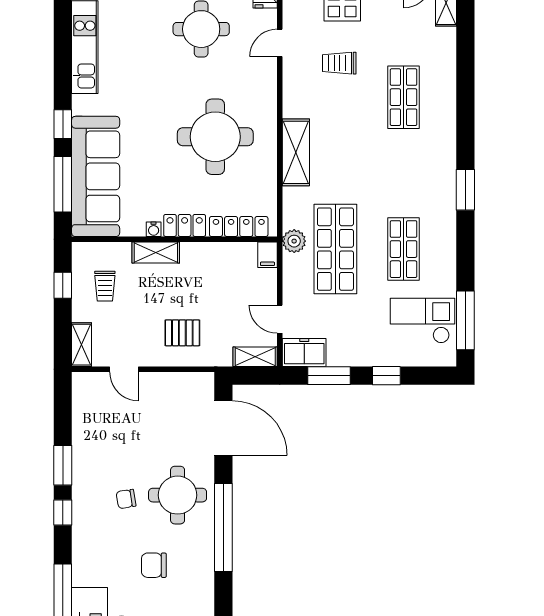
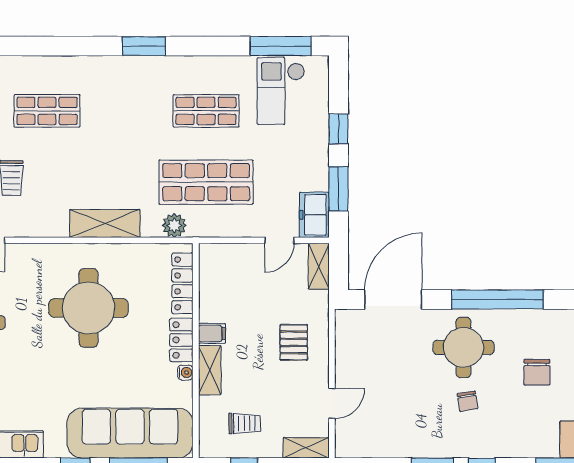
plant: (294, 241) -> (174, 225), moved
filing cabinet: (267, 255) -> (212, 333), moved

